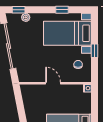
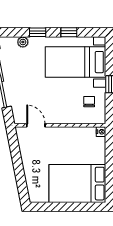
window: (19, 10) -> (38, 32), moved
door: (53, 83) -> (36, 125), moved

